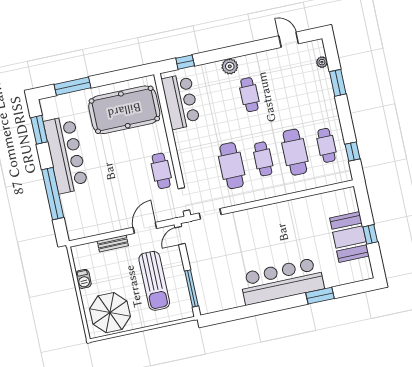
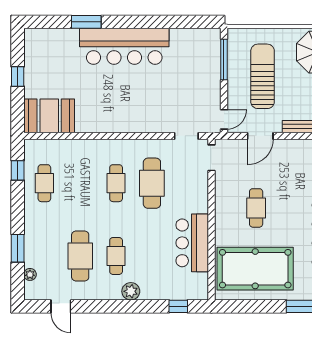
bar counter: (181, 101) -> (192, 243), moved
cafe table: (295, 152) -> (80, 256), moved
cafe table: (161, 171) -> (256, 208), moved
booth: (349, 237) -> (49, 116), moved, turned 90

